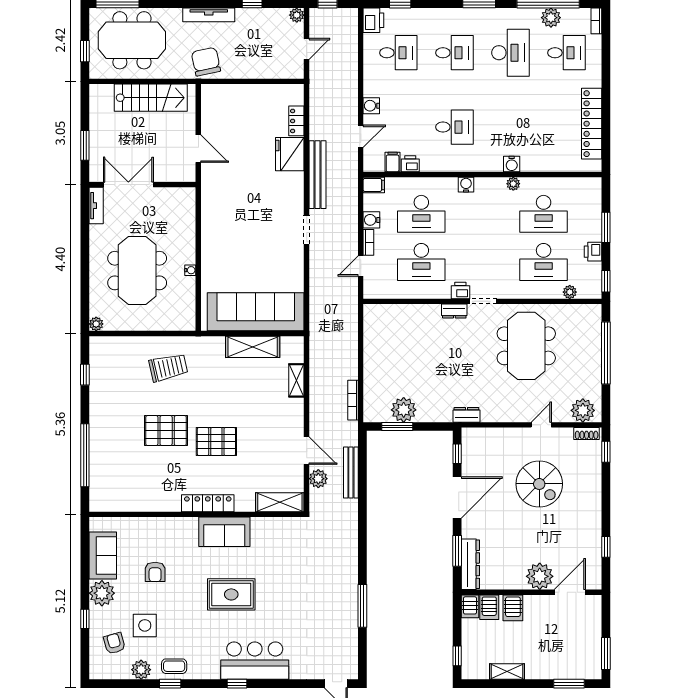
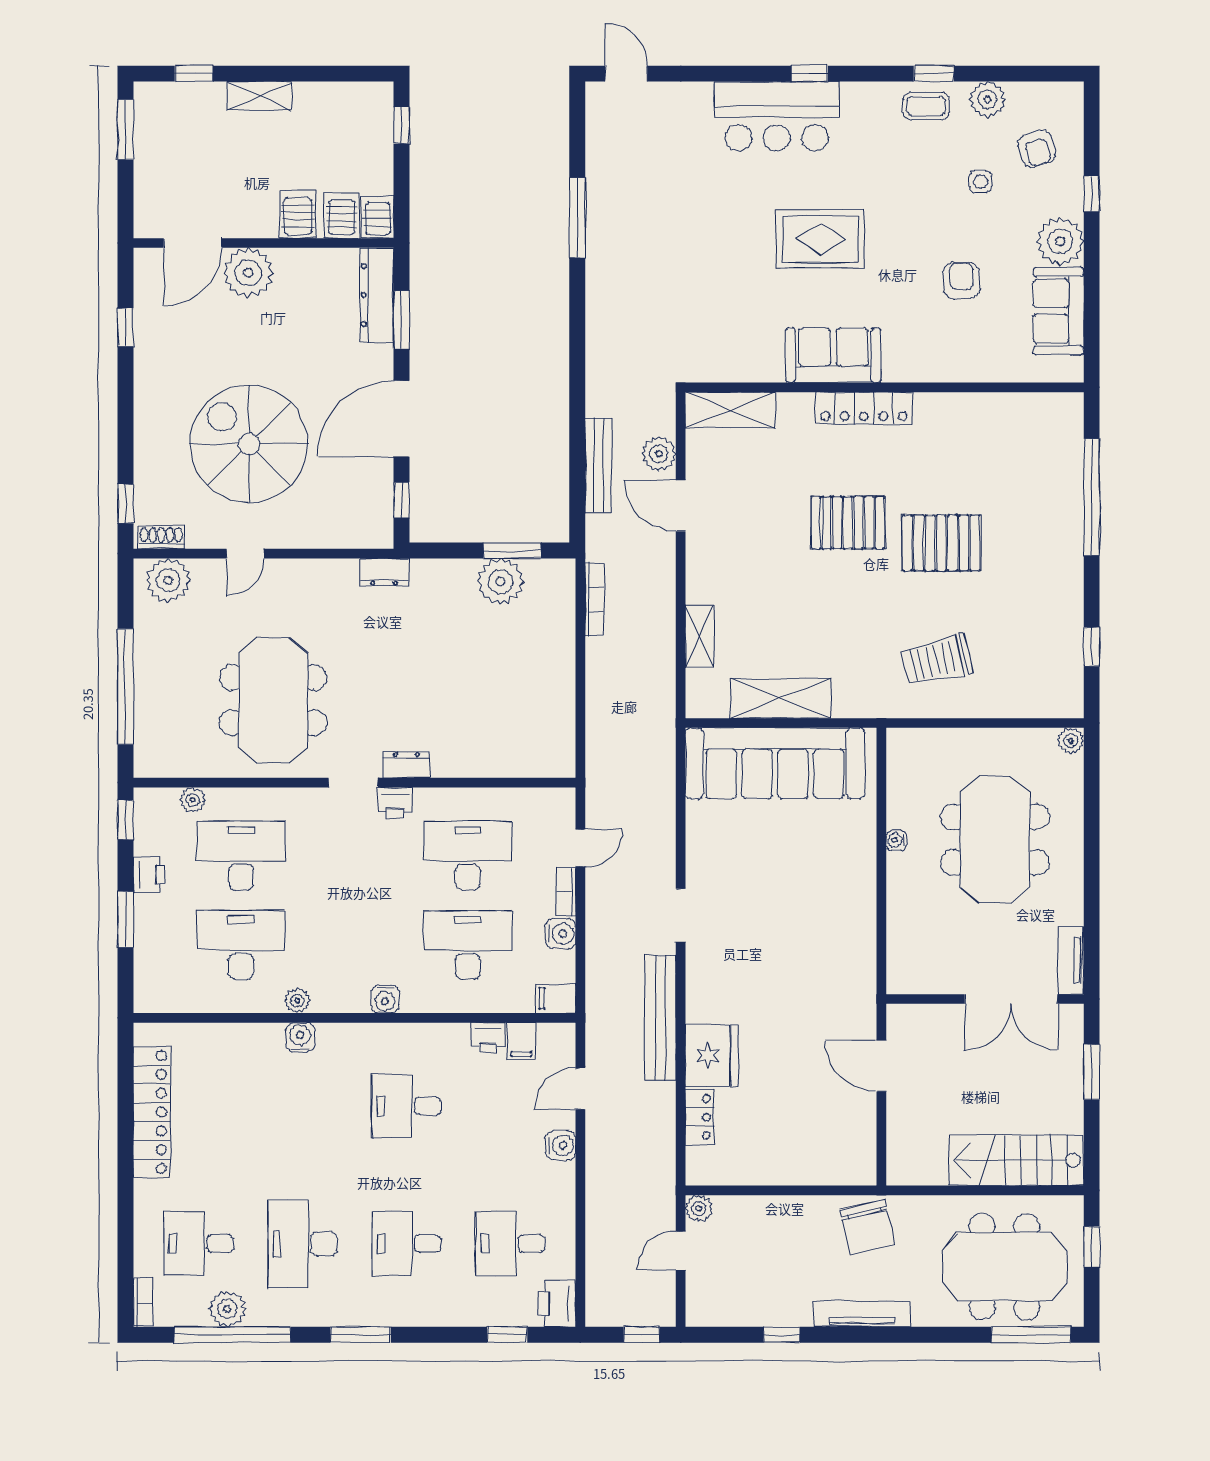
plant: (297, 15) -> (699, 1209), moved
stairs: (151, 98) -> (1016, 1160), moved
spiral stairs: (539, 484) -> (249, 444), width x1.37, depth x1.37
side table: (145, 625) -> (981, 182), width x0.54, depth x0.54
shelving: (507, 672) -> (259, 96), moved
window: (569, 684) -> (194, 74), width x0.67

